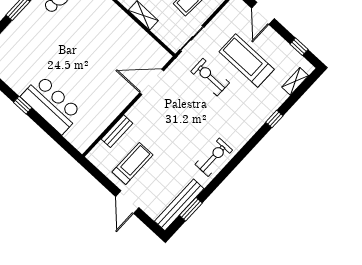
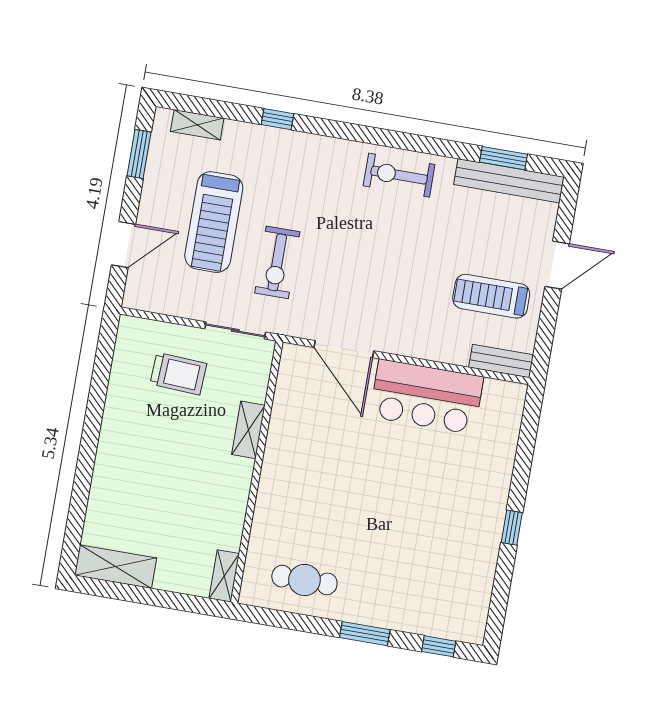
window: (299, 47) -> (139, 154), width x1.50
bar counter: (51, 104) -> (427, 397), moved, turned -90
bench: (117, 131) -> (501, 361), moved

